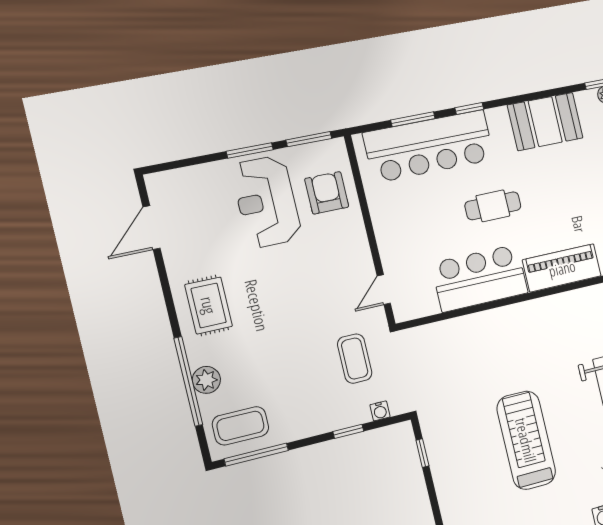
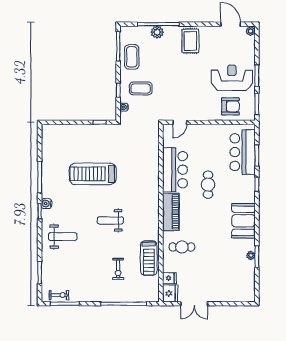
bar counter: (429, 146) -> (243, 152), width x0.73
plant: (156, 182) -> (251, 31), added
door: (384, 290) -> (180, 122), swing flipped
rug: (209, 305) -> (190, 41), turned 90
coffee table: (355, 359) -> (141, 88), moved
coffee table: (240, 426) -> (132, 57), moved
treadmill: (526, 440) -> (93, 174), turned 180

